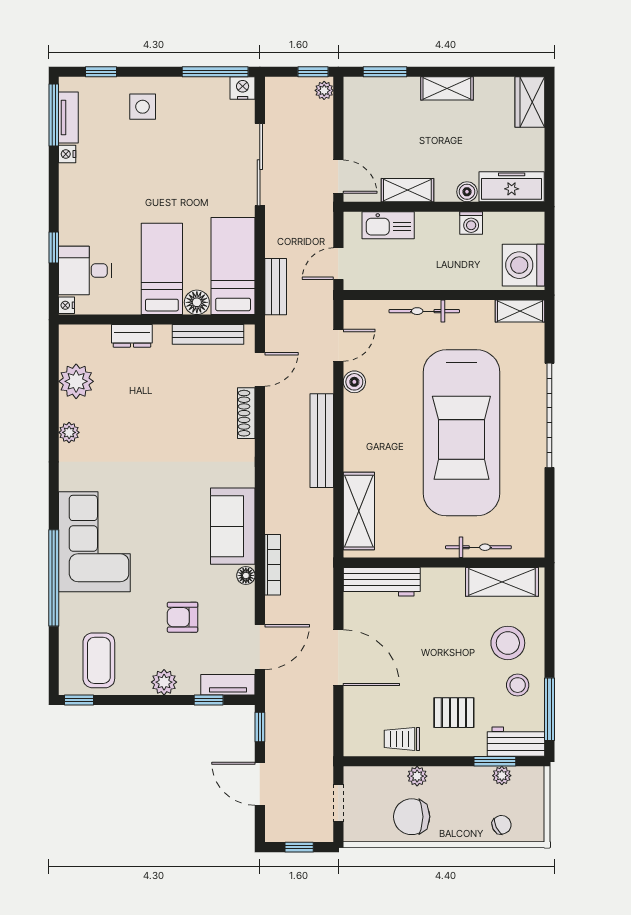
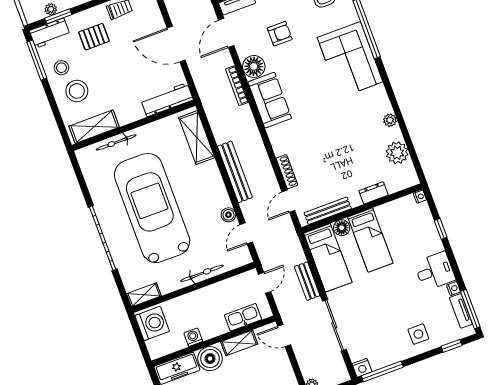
boiler: (467, 192) -> (210, 359), width x1.86, depth x1.86
desk: (85, 270) -> (435, 271), moved
bench: (276, 287) -> (307, 281), moved
floor lamp: (246, 575) -> (254, 66), width x1.89, depth x1.89

